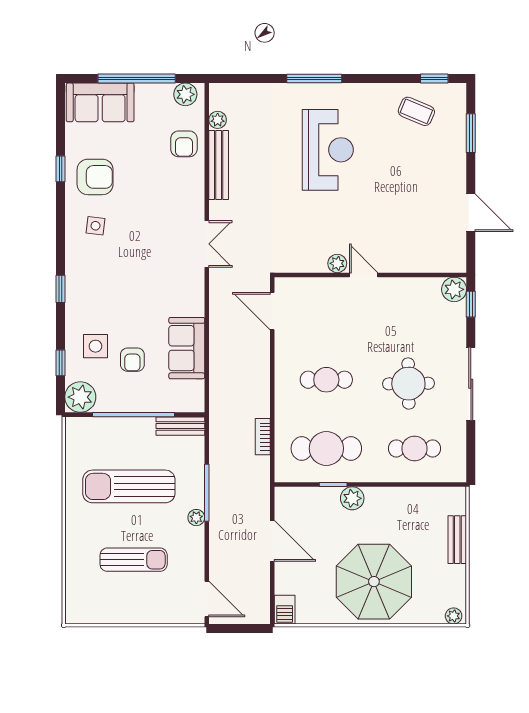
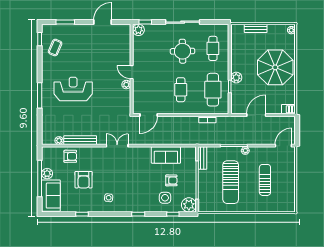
plant: (185, 94) -> (47, 174), moved
armchair: (95, 177) -> (84, 180), moved, turned 180
door: (364, 275) -> (132, 72), hinge flipped

